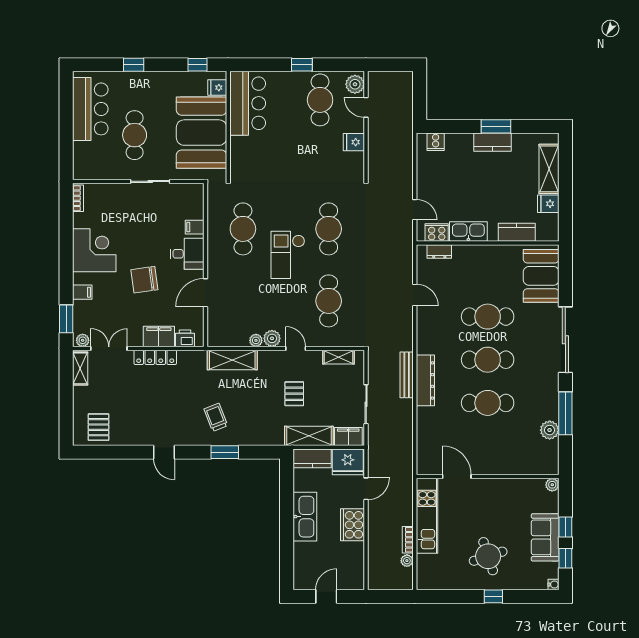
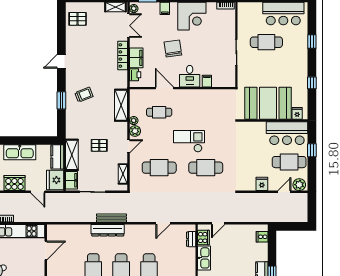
fridge: (217, 88) -> (297, 113), moved
bar counter: (248, 103) -> (287, 133), moved
wall: (228, 126) -> (273, 121), moved
booth: (202, 133) -> (268, 103), moved
cafe table: (243, 229) -> (159, 112), moved, width x0.73, depth x0.74

